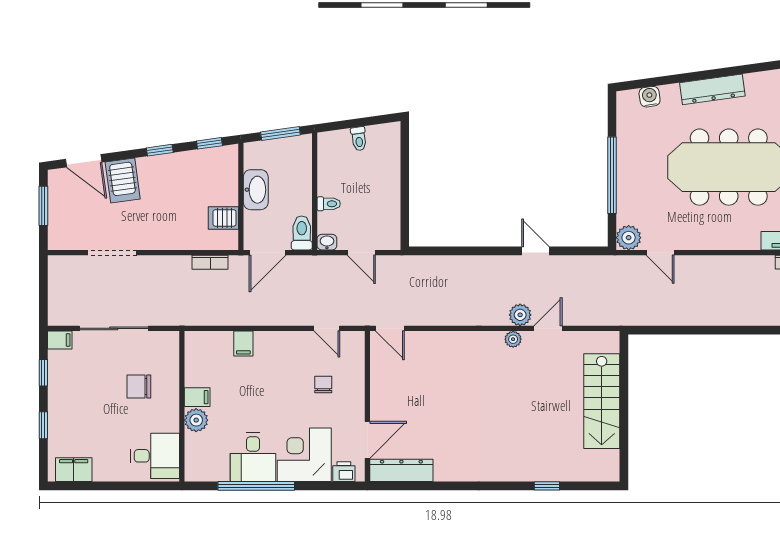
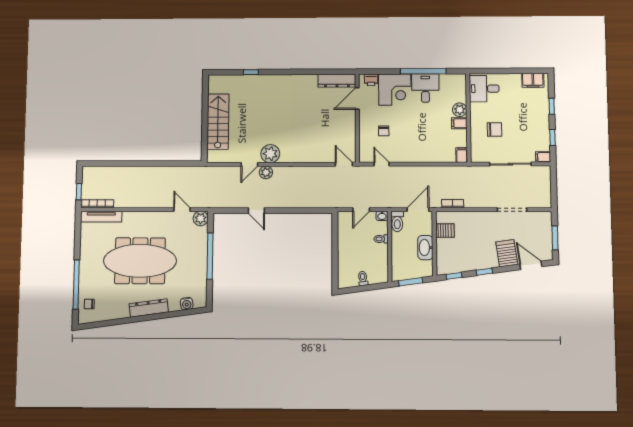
door: (361, 253) -> (361, 210), swing flipped
plant: (513, 339) -> (270, 154), width x1.88, depth x1.88
filing cabinet: (243, 344) -> (462, 155), moved

